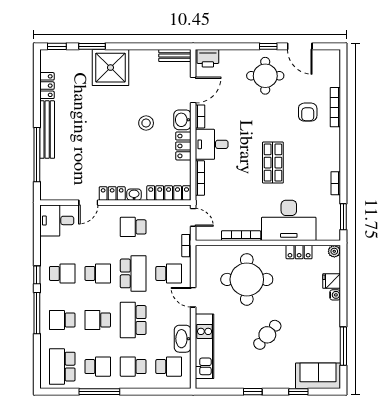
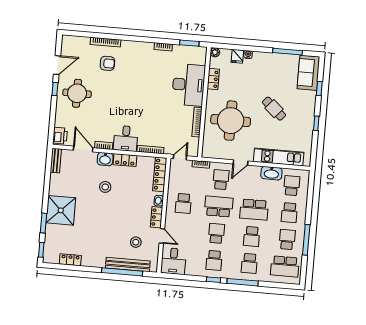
bench: (47, 130) -> (128, 265), moved
shop shelf: (273, 163) -> (143, 93), removed
stool: (77, 169) -> (136, 242), added
school desk: (62, 273) -> (214, 260), turned 180

